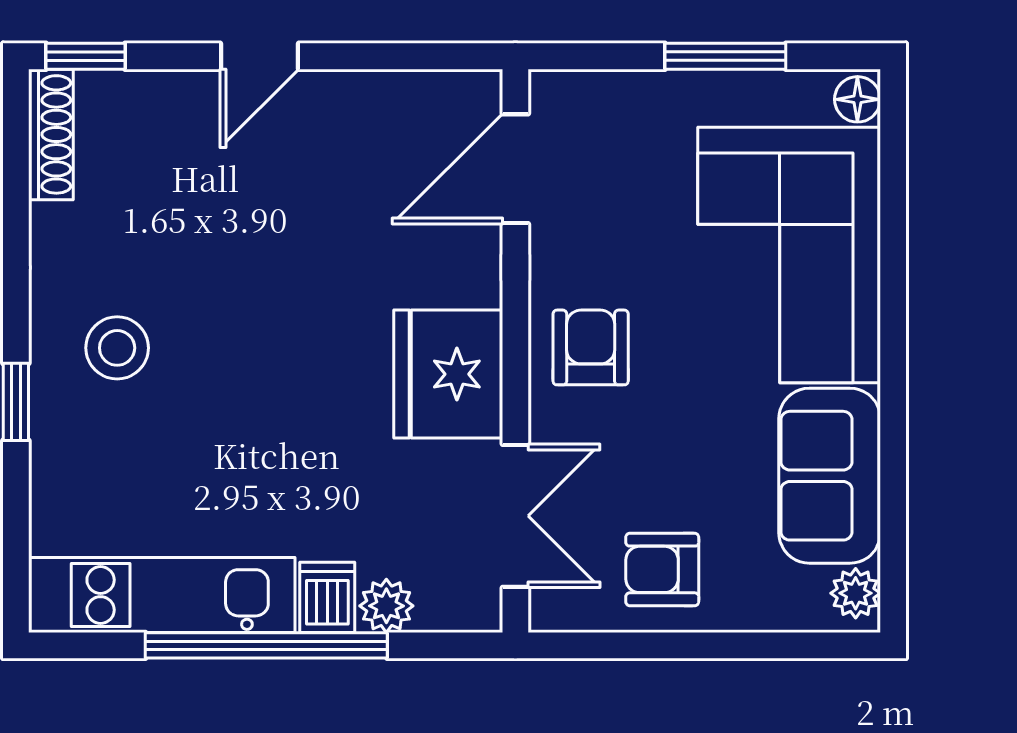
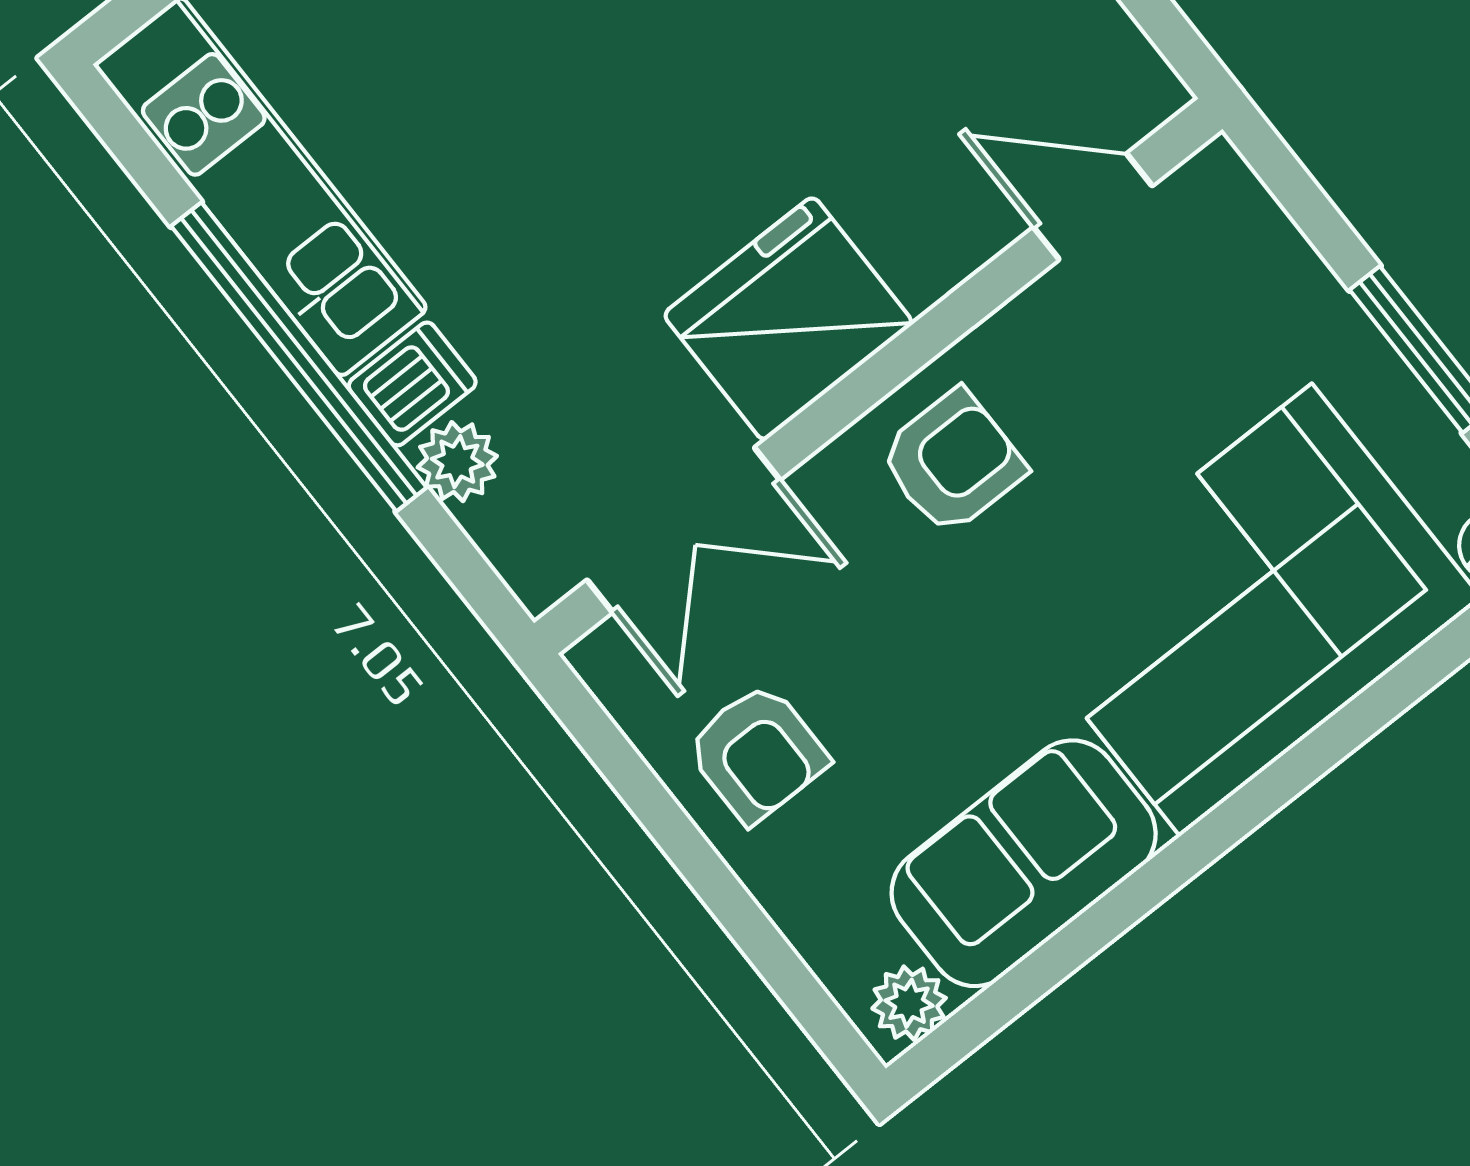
door: (515, 169) -> (1093, 207), width x0.73
armchair: (662, 569) -> (757, 753), turned 180

